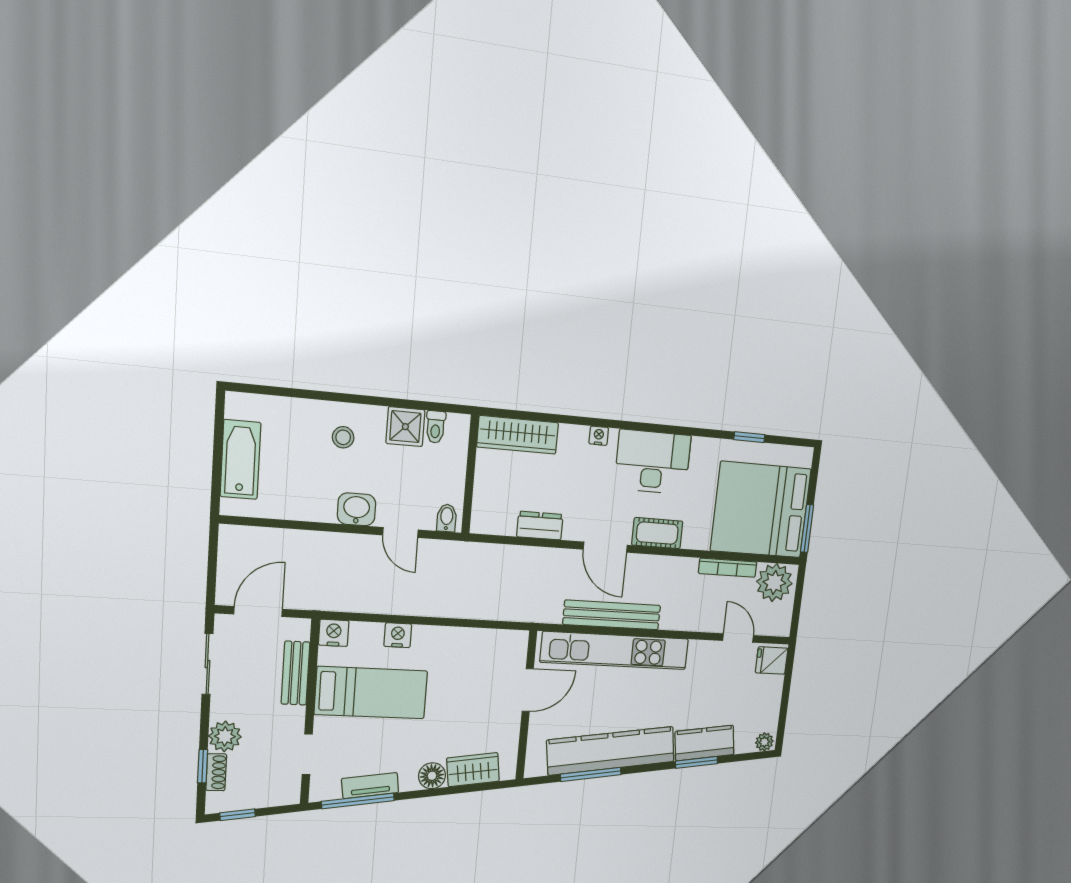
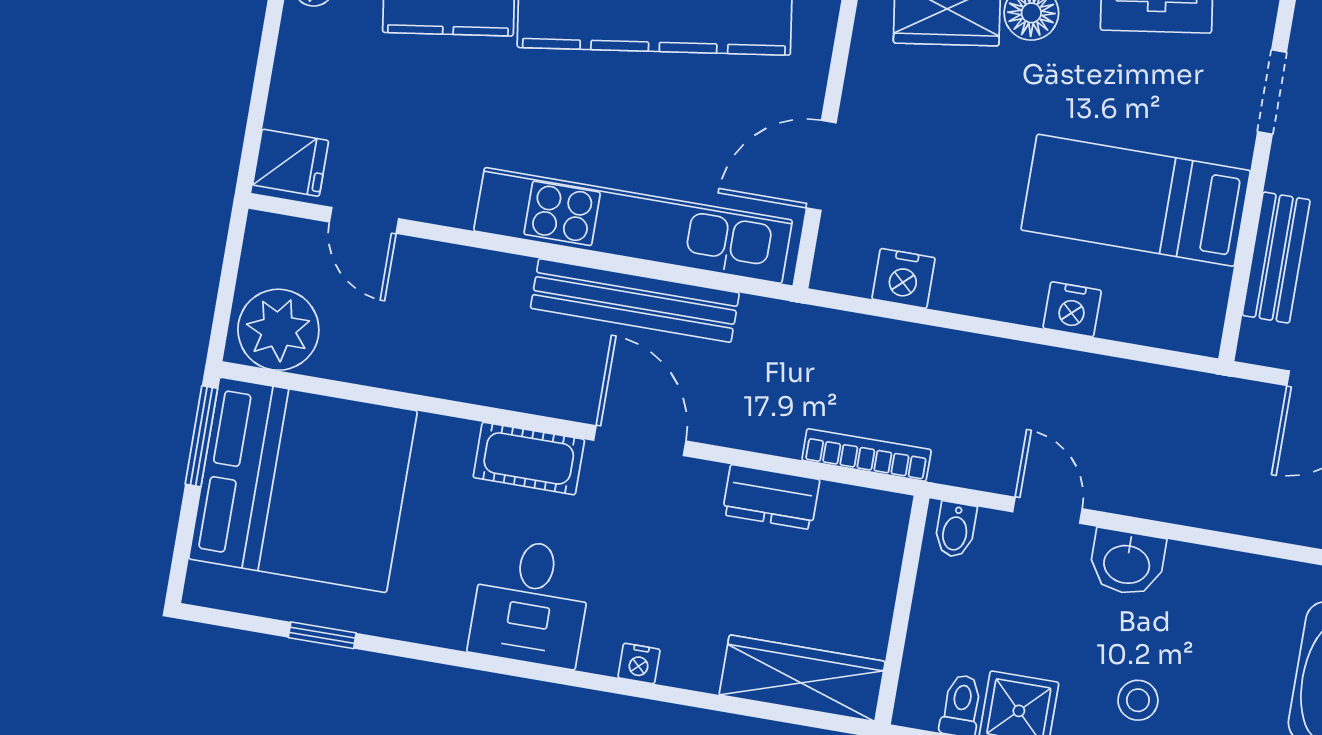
desk: (653, 462) -> (531, 603), width x0.73
bookcase: (728, 568) -> (867, 455), moved
nightstand: (334, 633) -> (904, 278), moved

